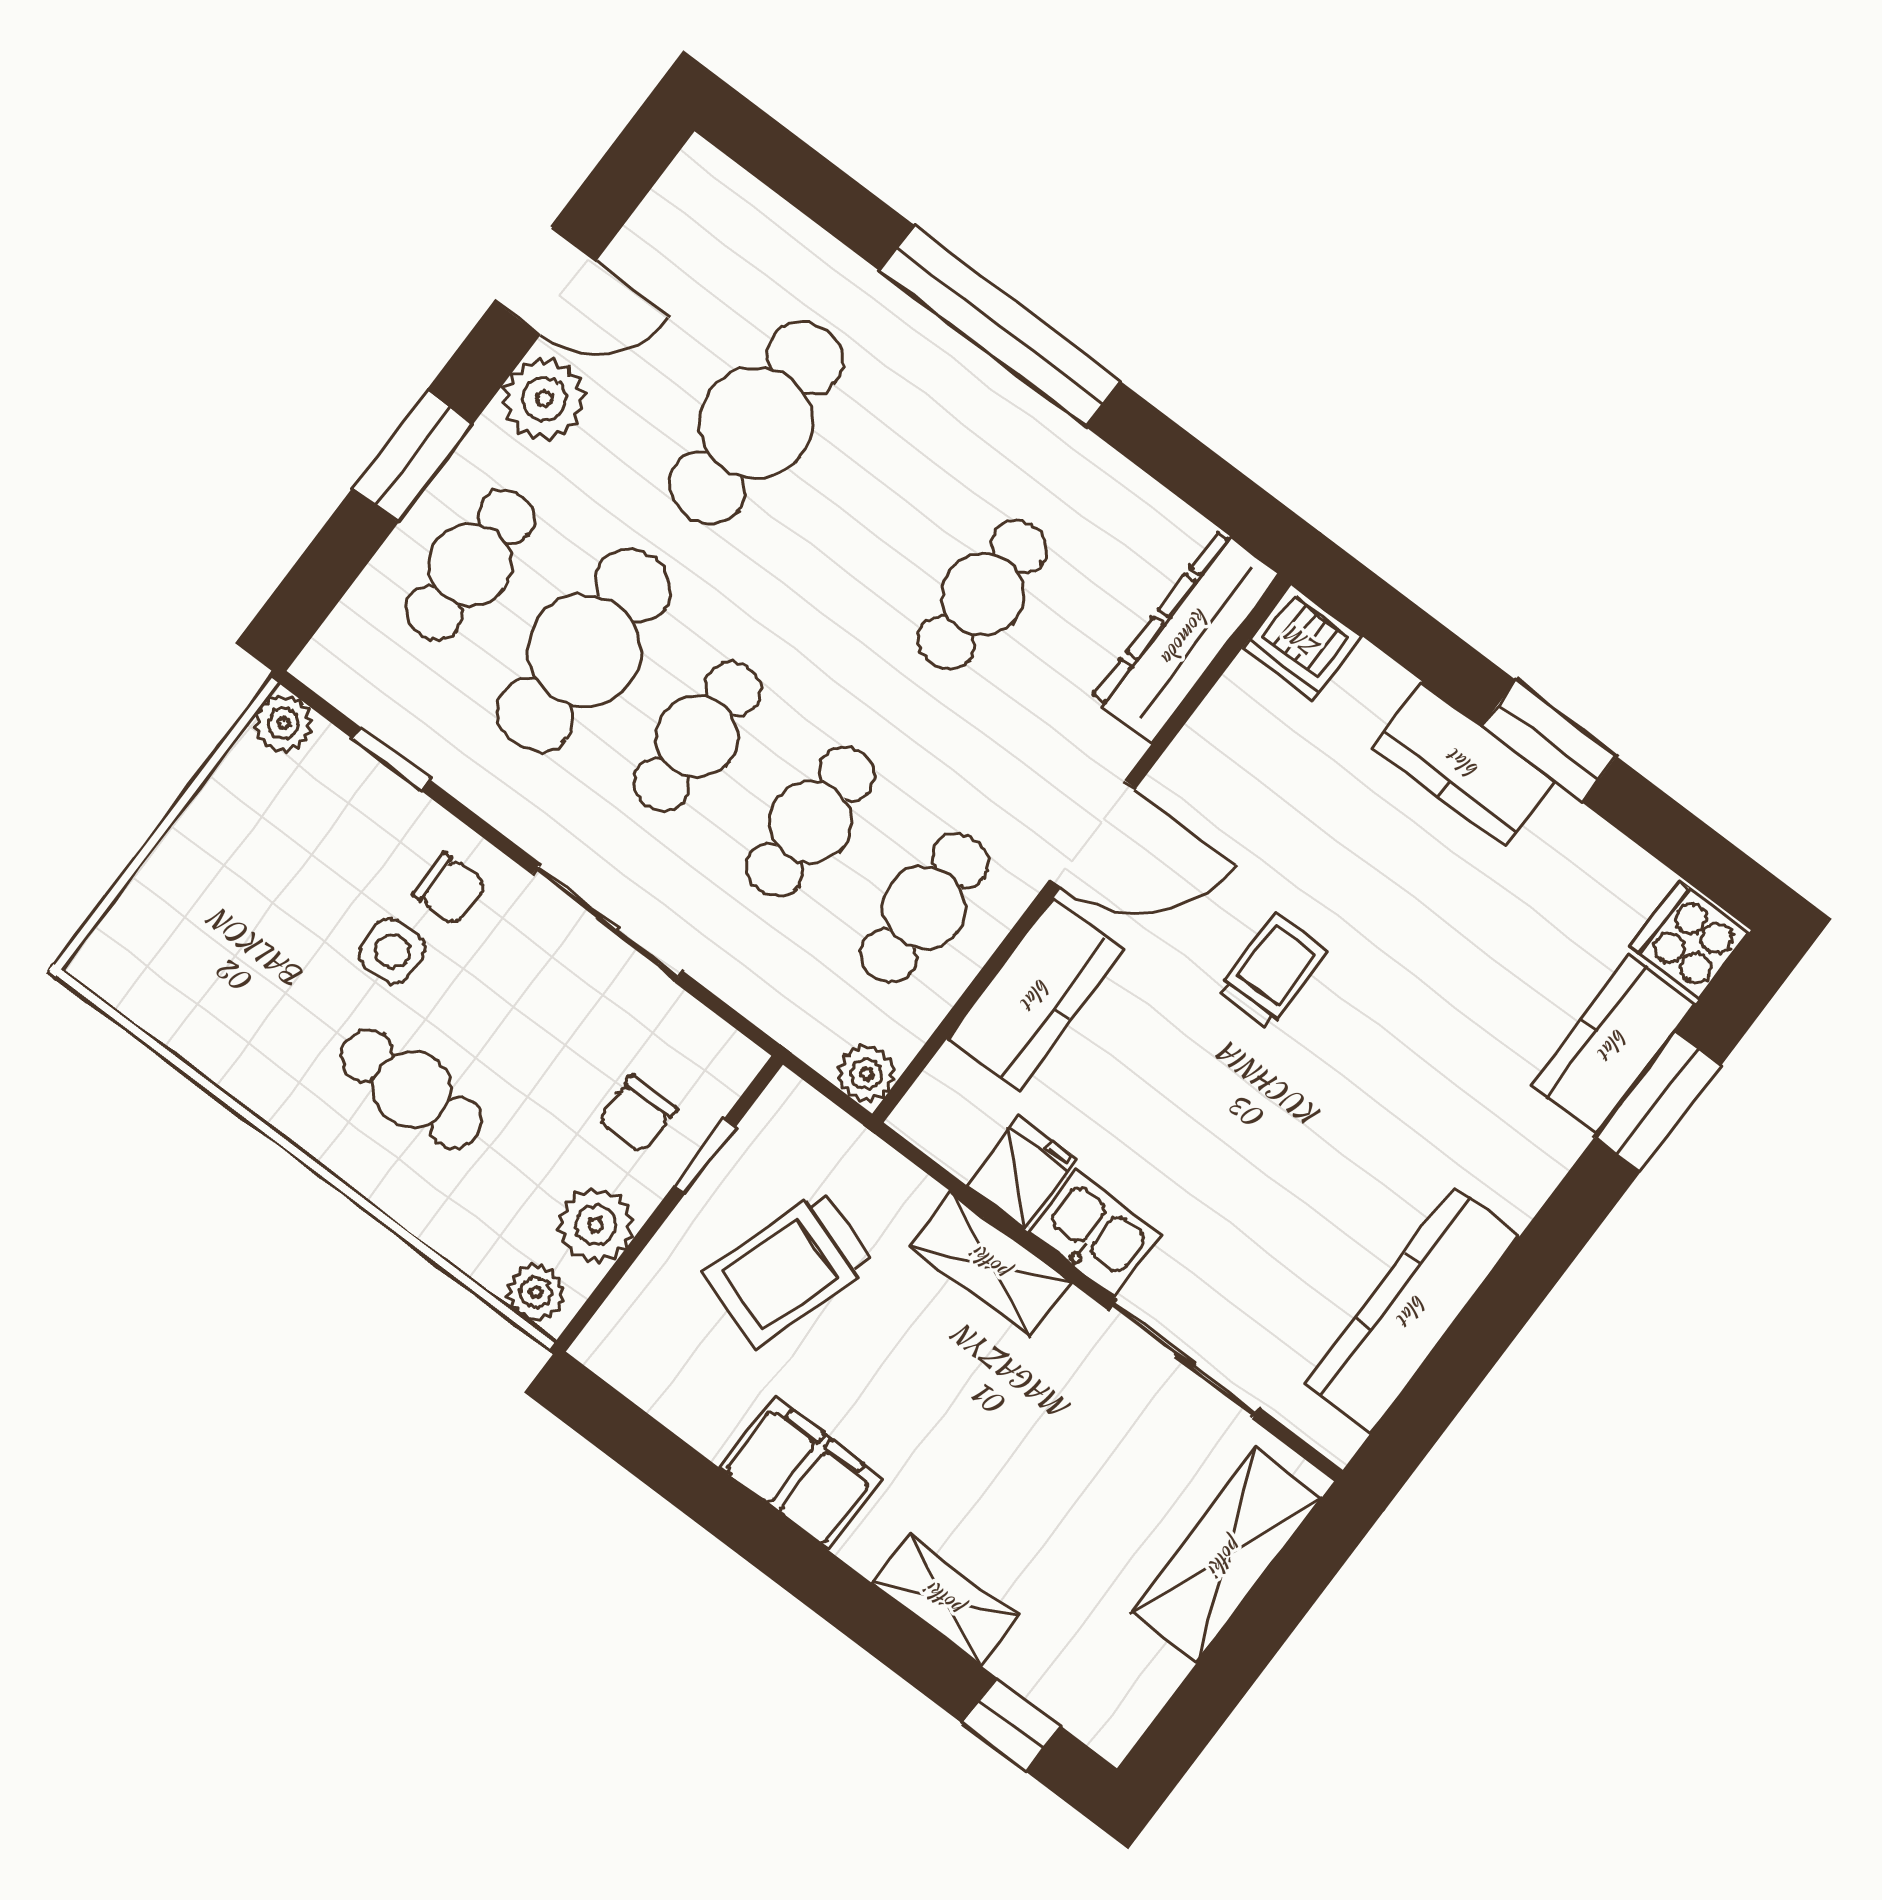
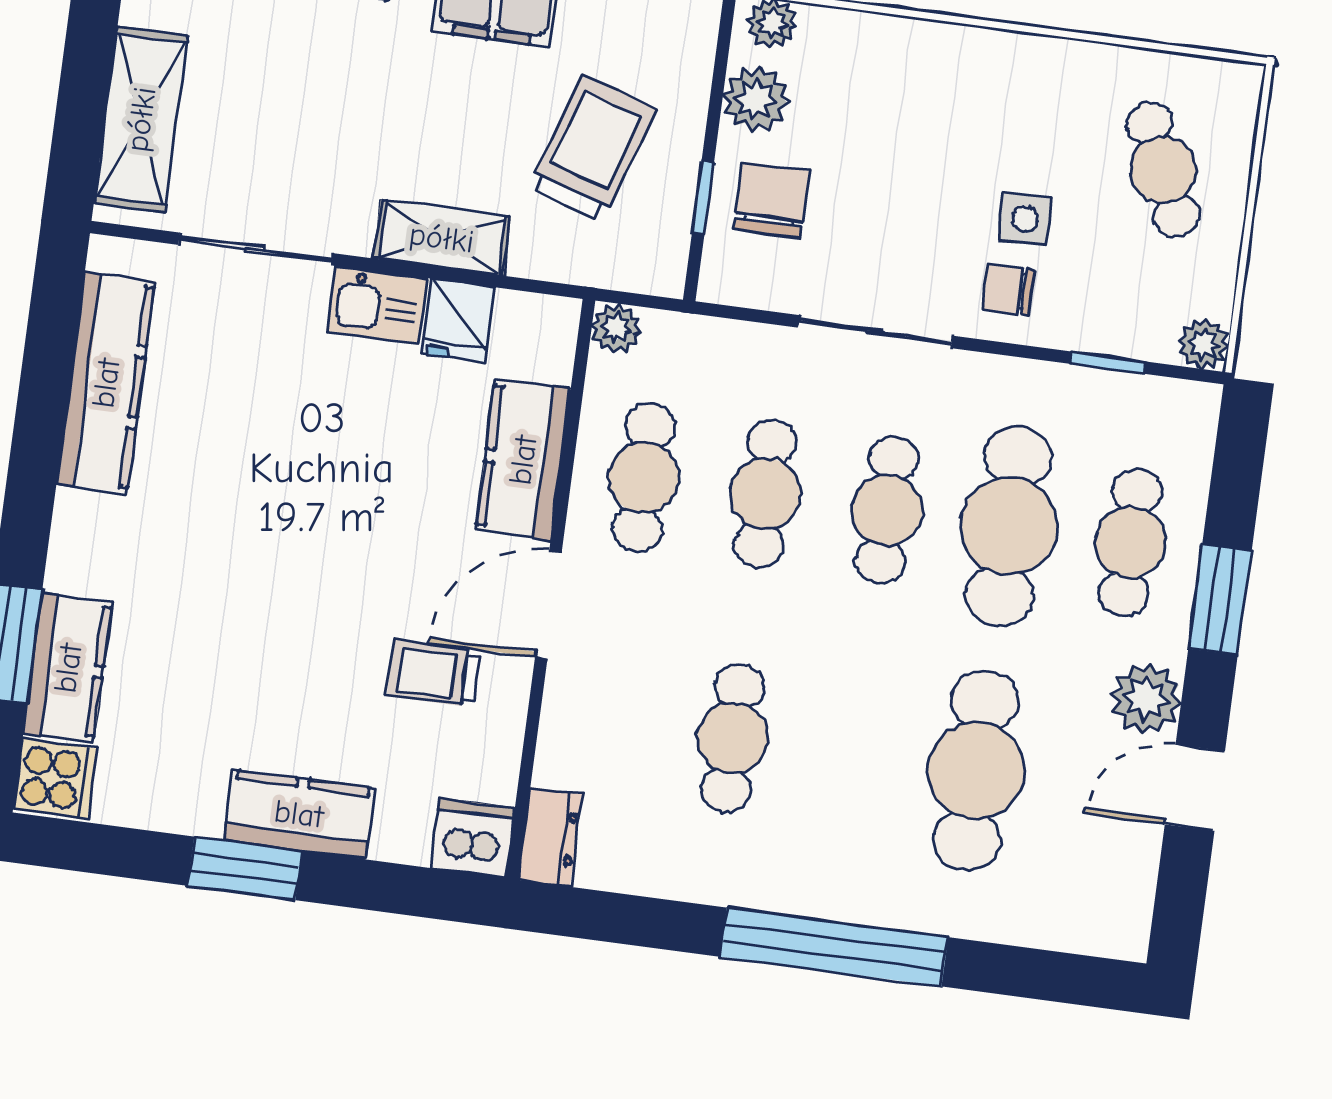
dresser: (1186, 636) -> (550, 837), width x0.51, depth x0.80
trolley: (1273, 971) -> (433, 673), moved, turned 90
cafe table: (412, 1089) -> (1163, 170), moved, turned 66
chair: (637, 1115) -> (771, 200), width x1.37, depth x1.37

